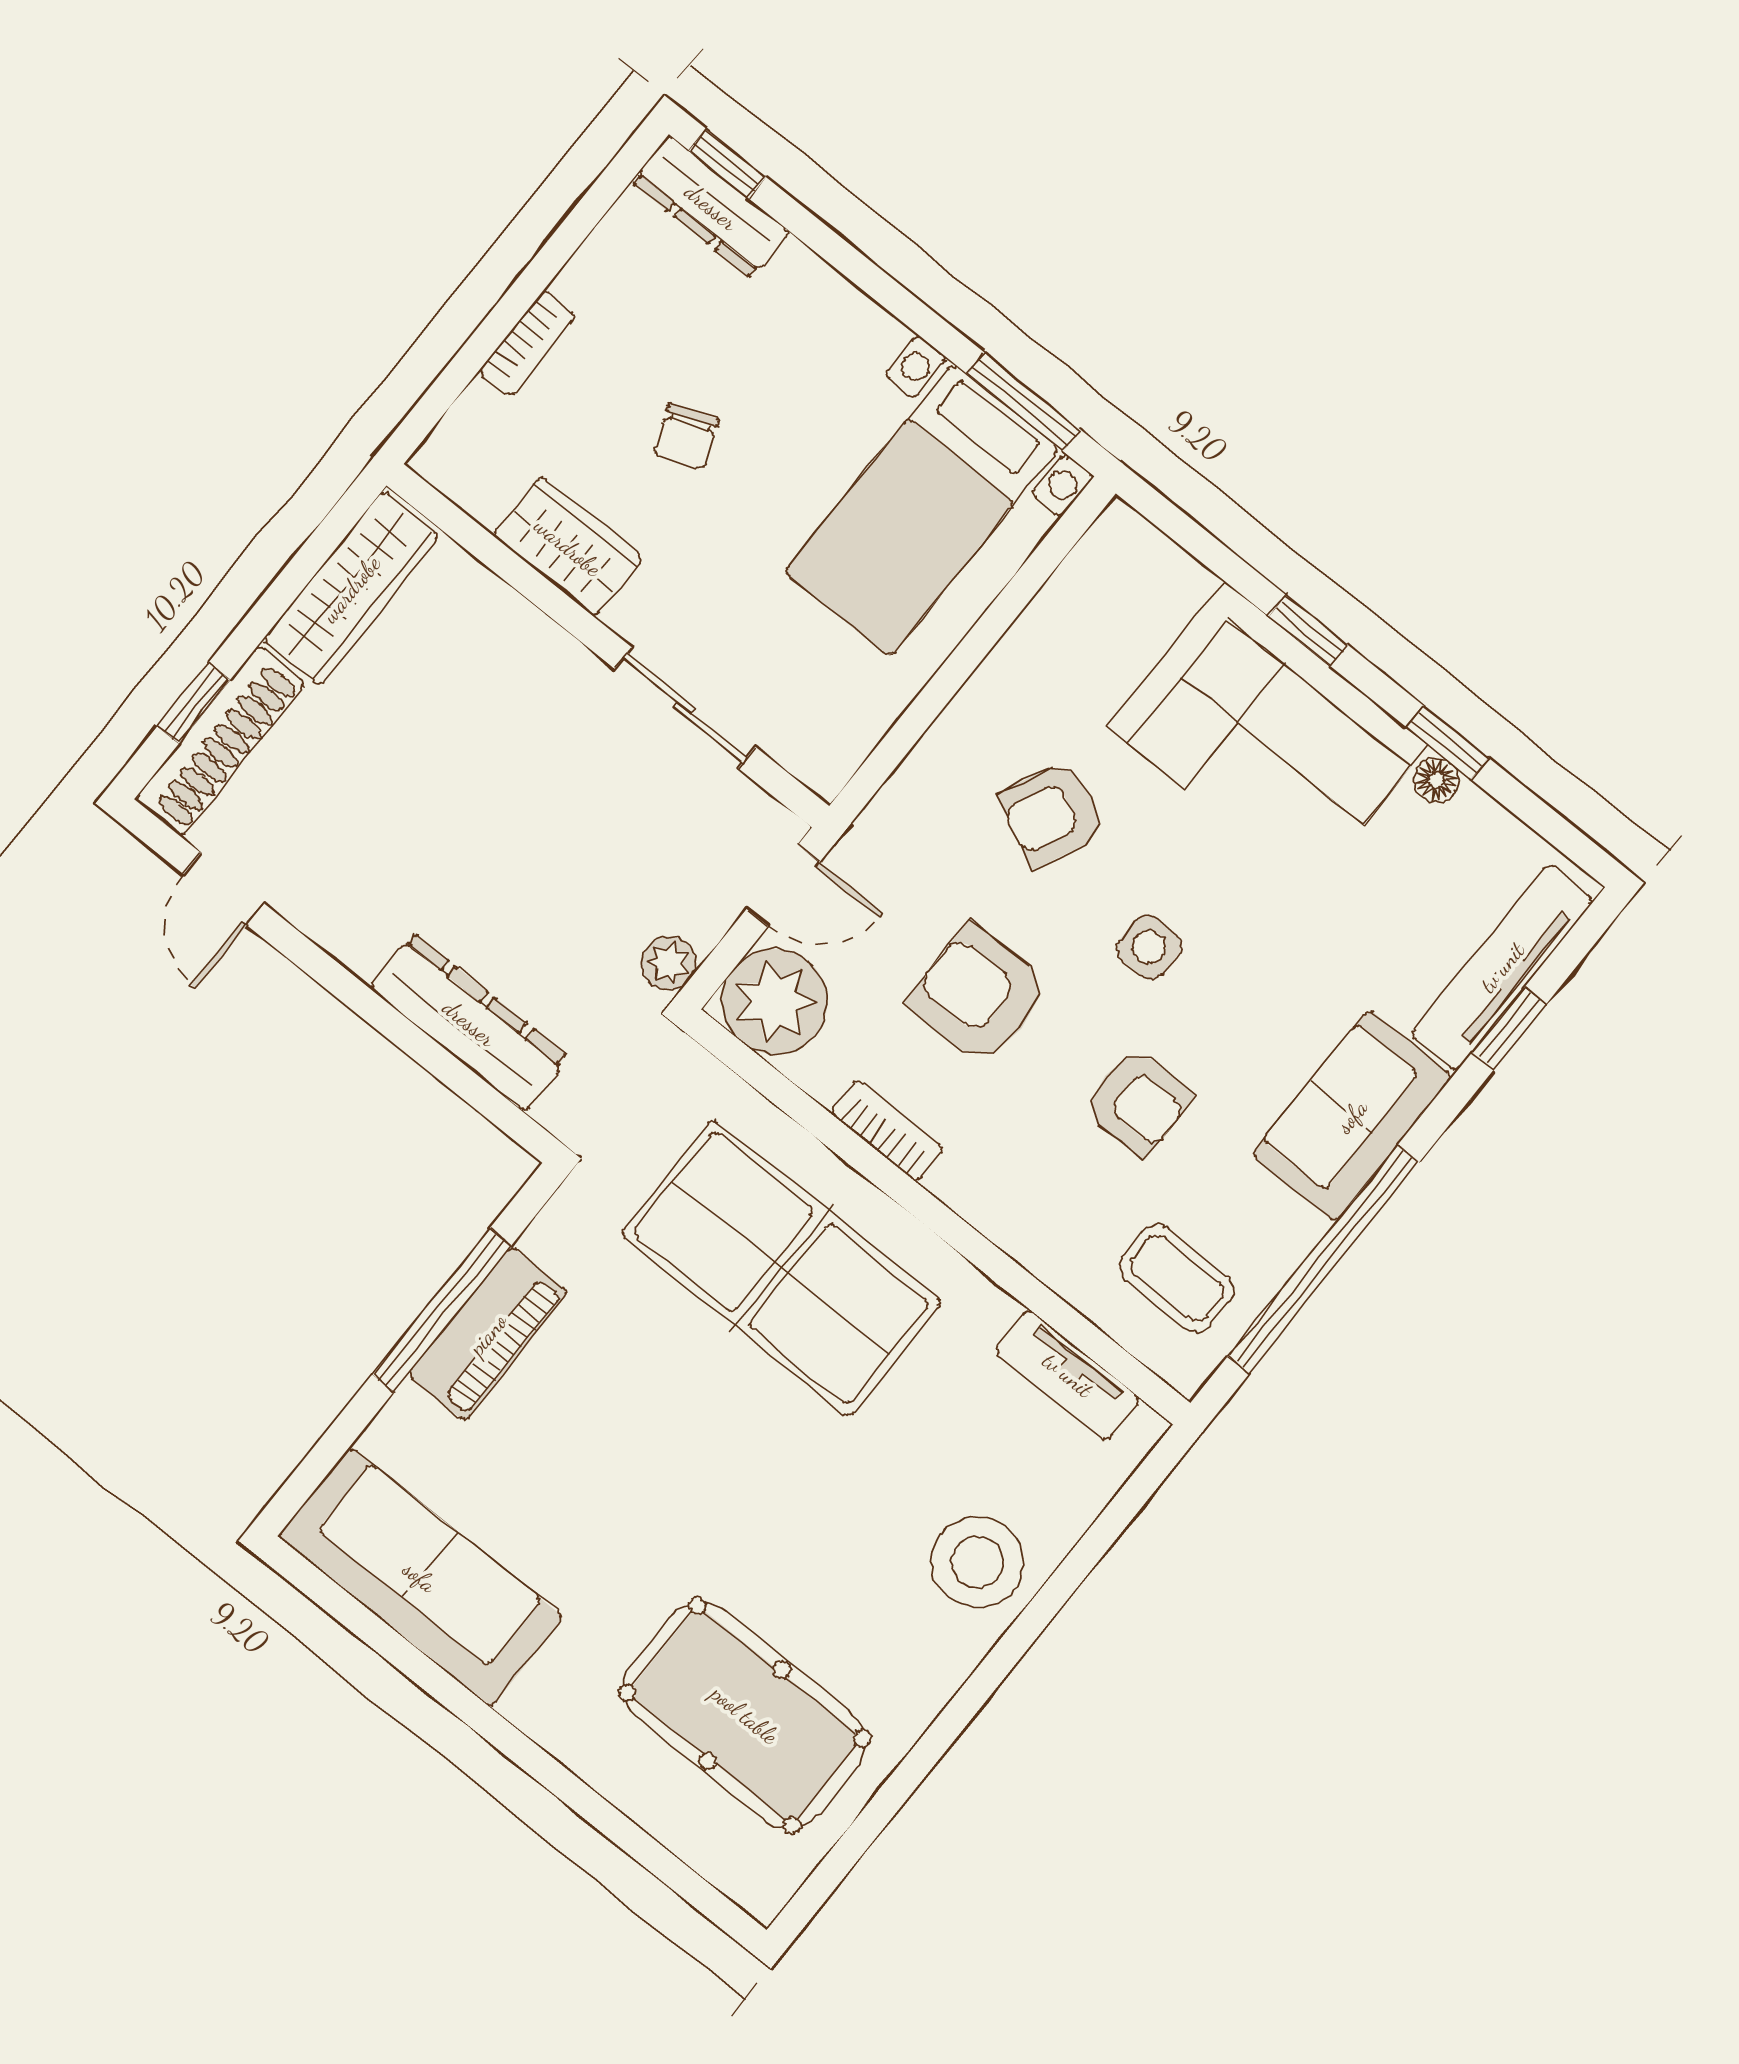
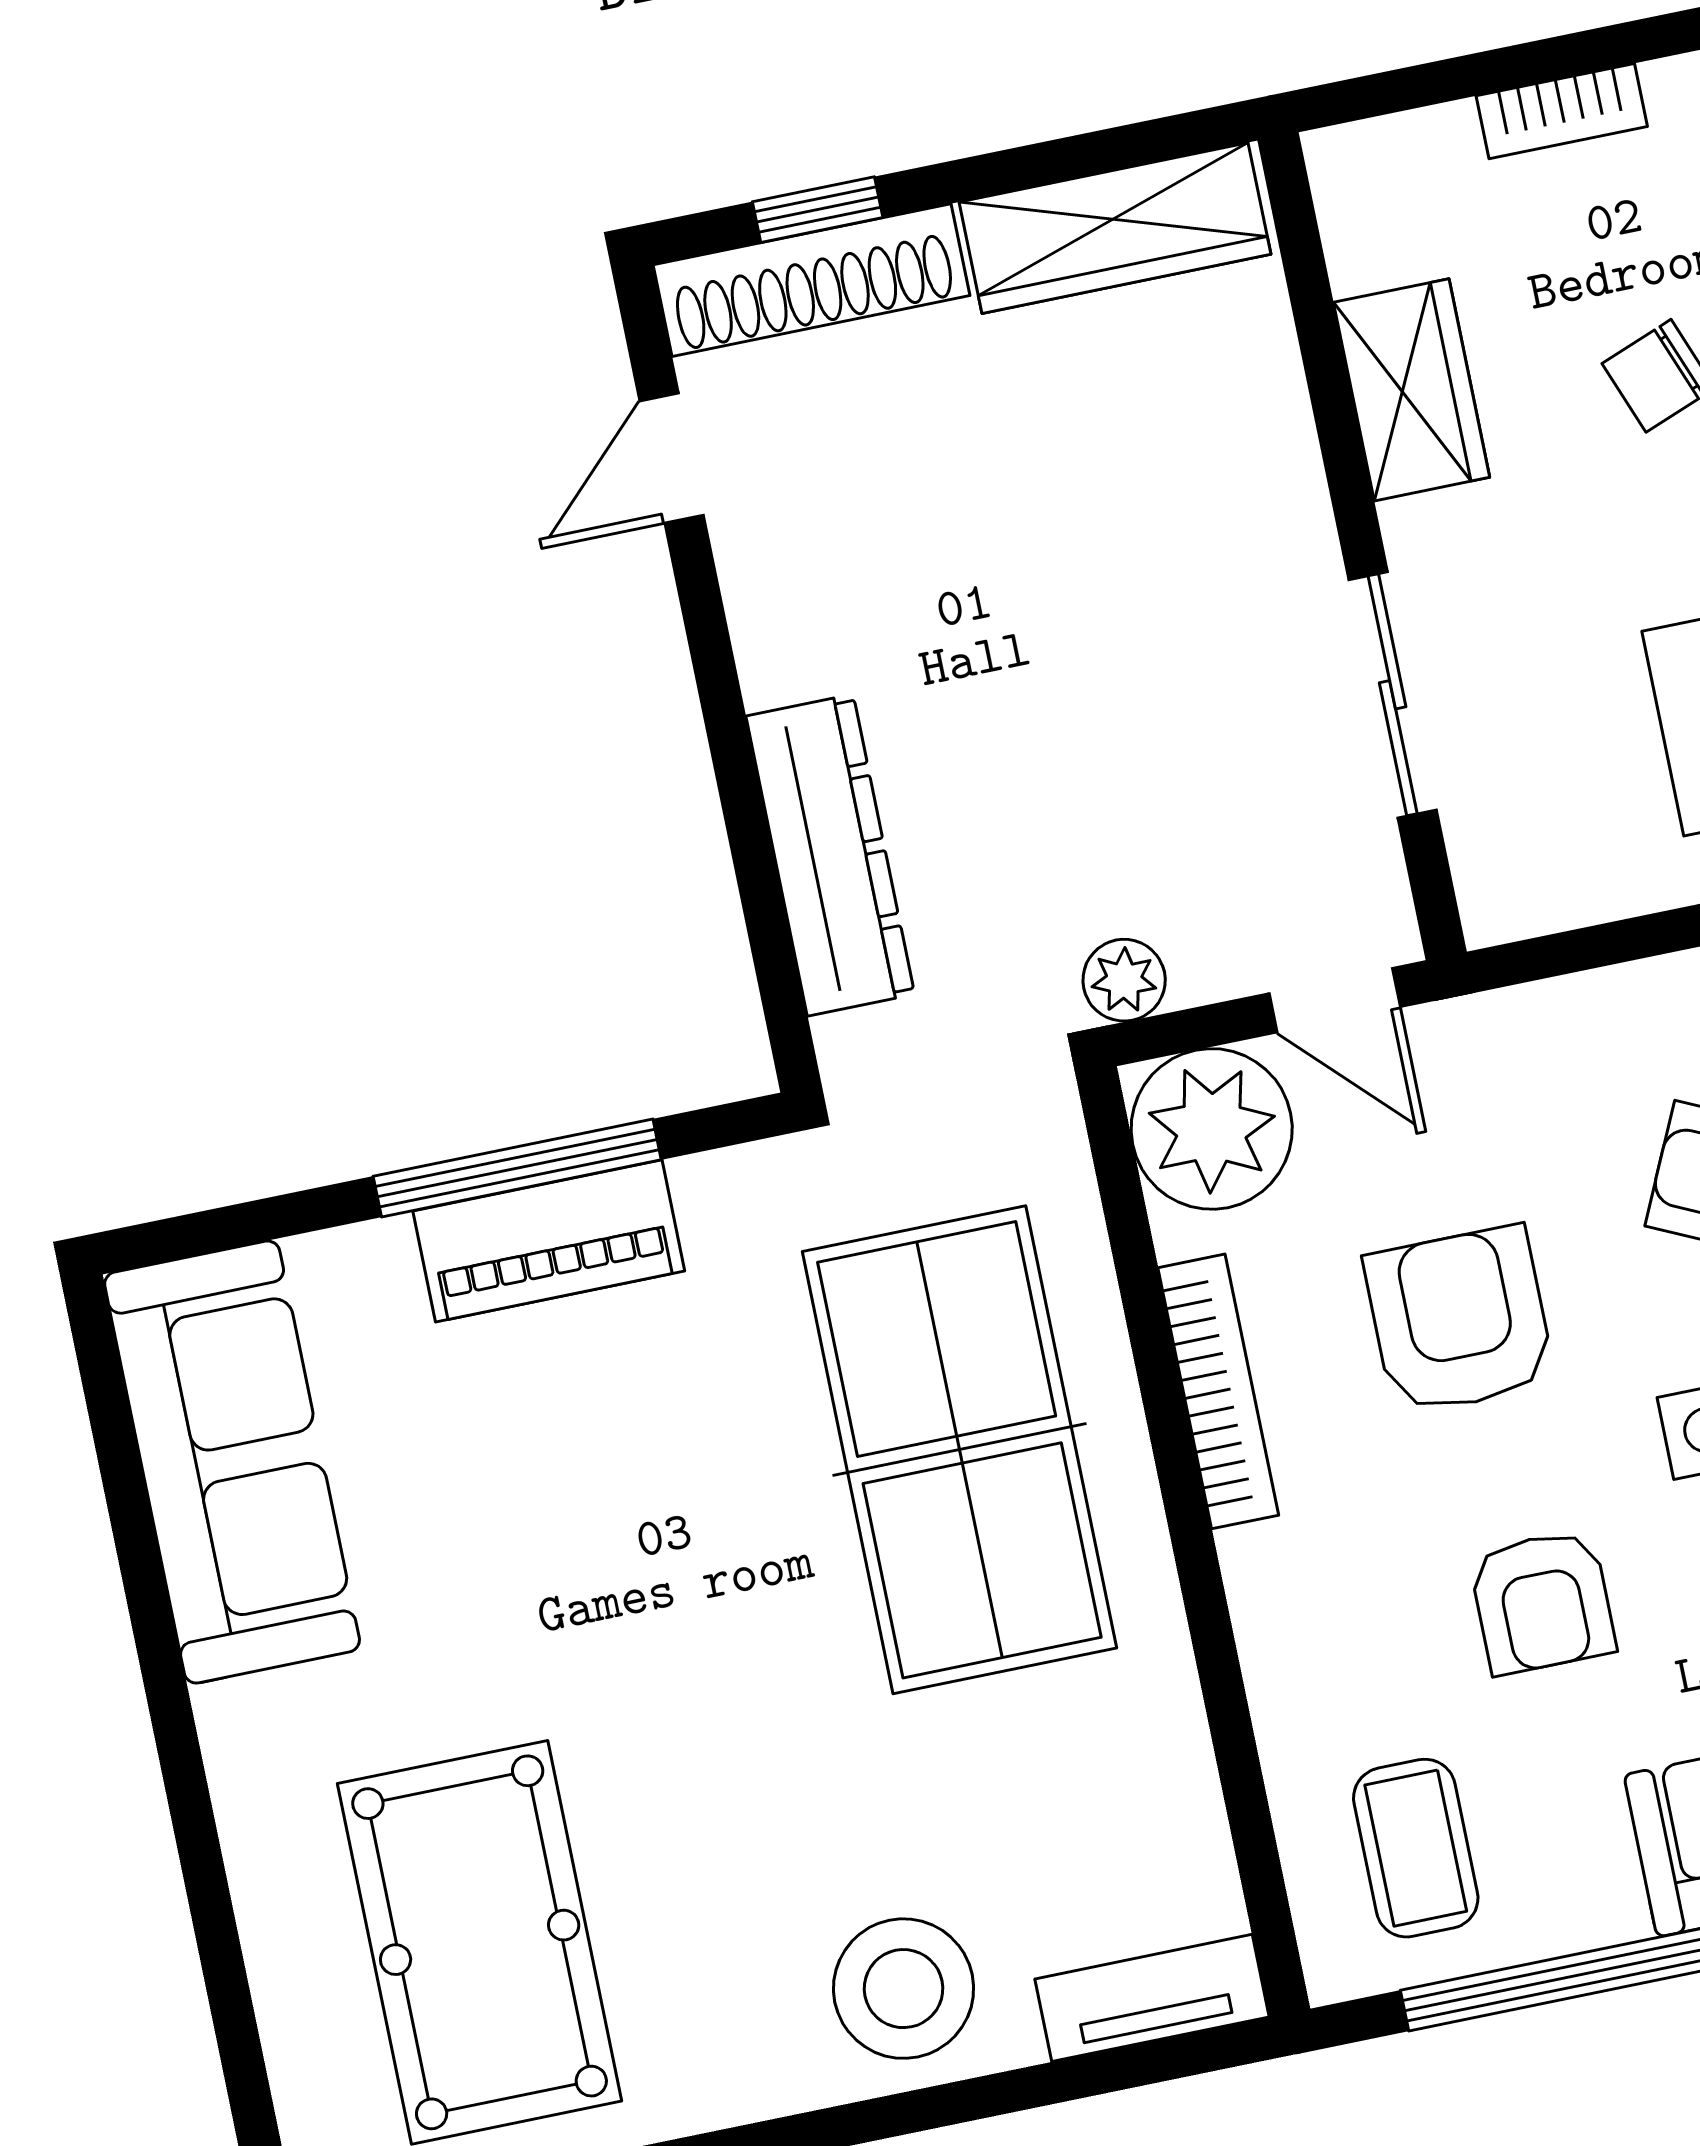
bookcase: (887, 1131) -> (1218, 1391), width x1.56
tv unit: (1068, 1375) -> (1152, 1998), moved, turned 90

